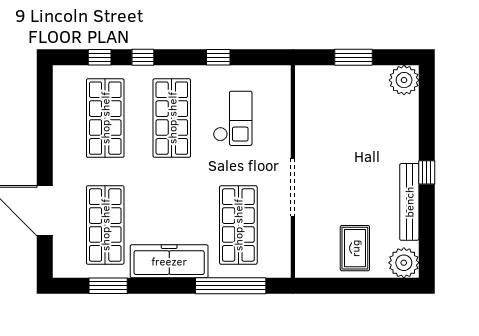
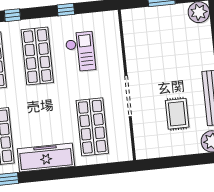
rug: (355, 248) -> (177, 114), moved
window: (231, 286) -> (91, 170), removed

